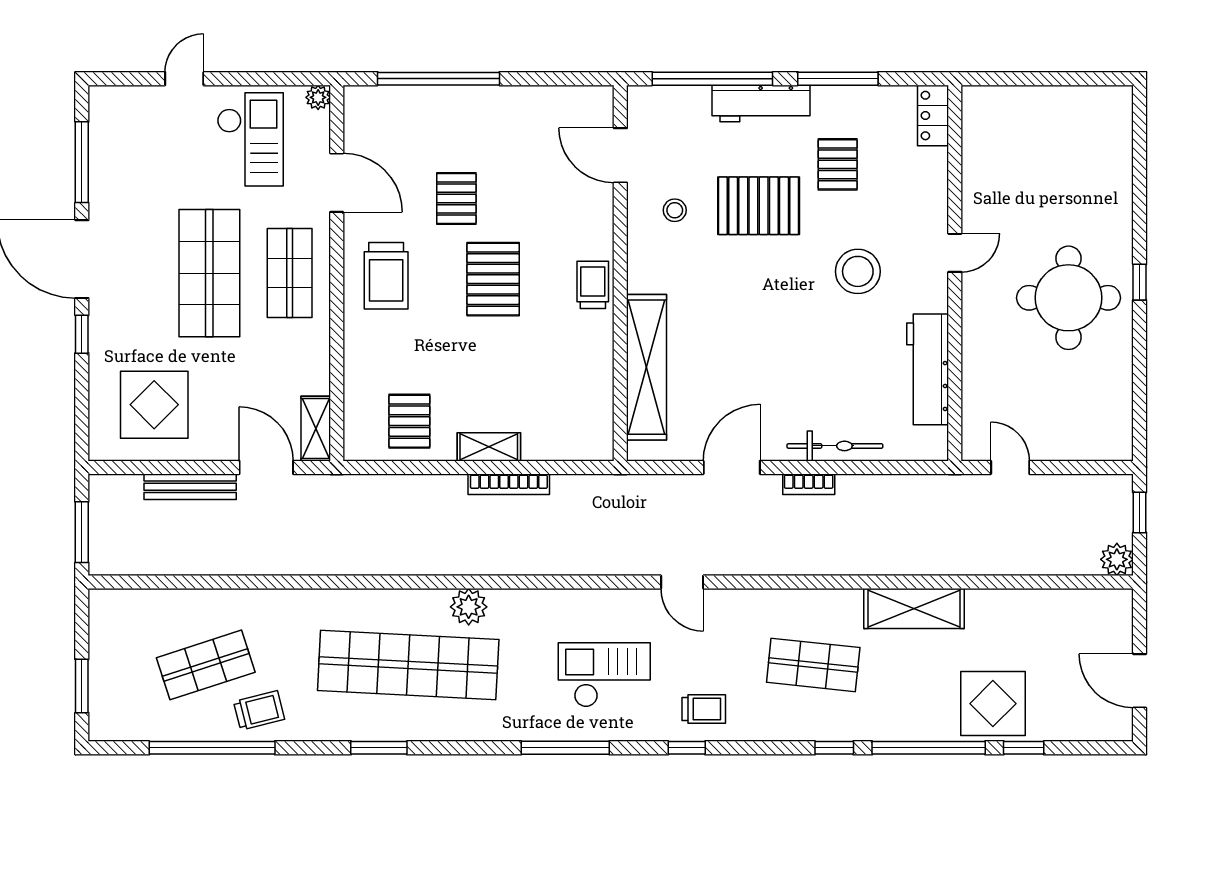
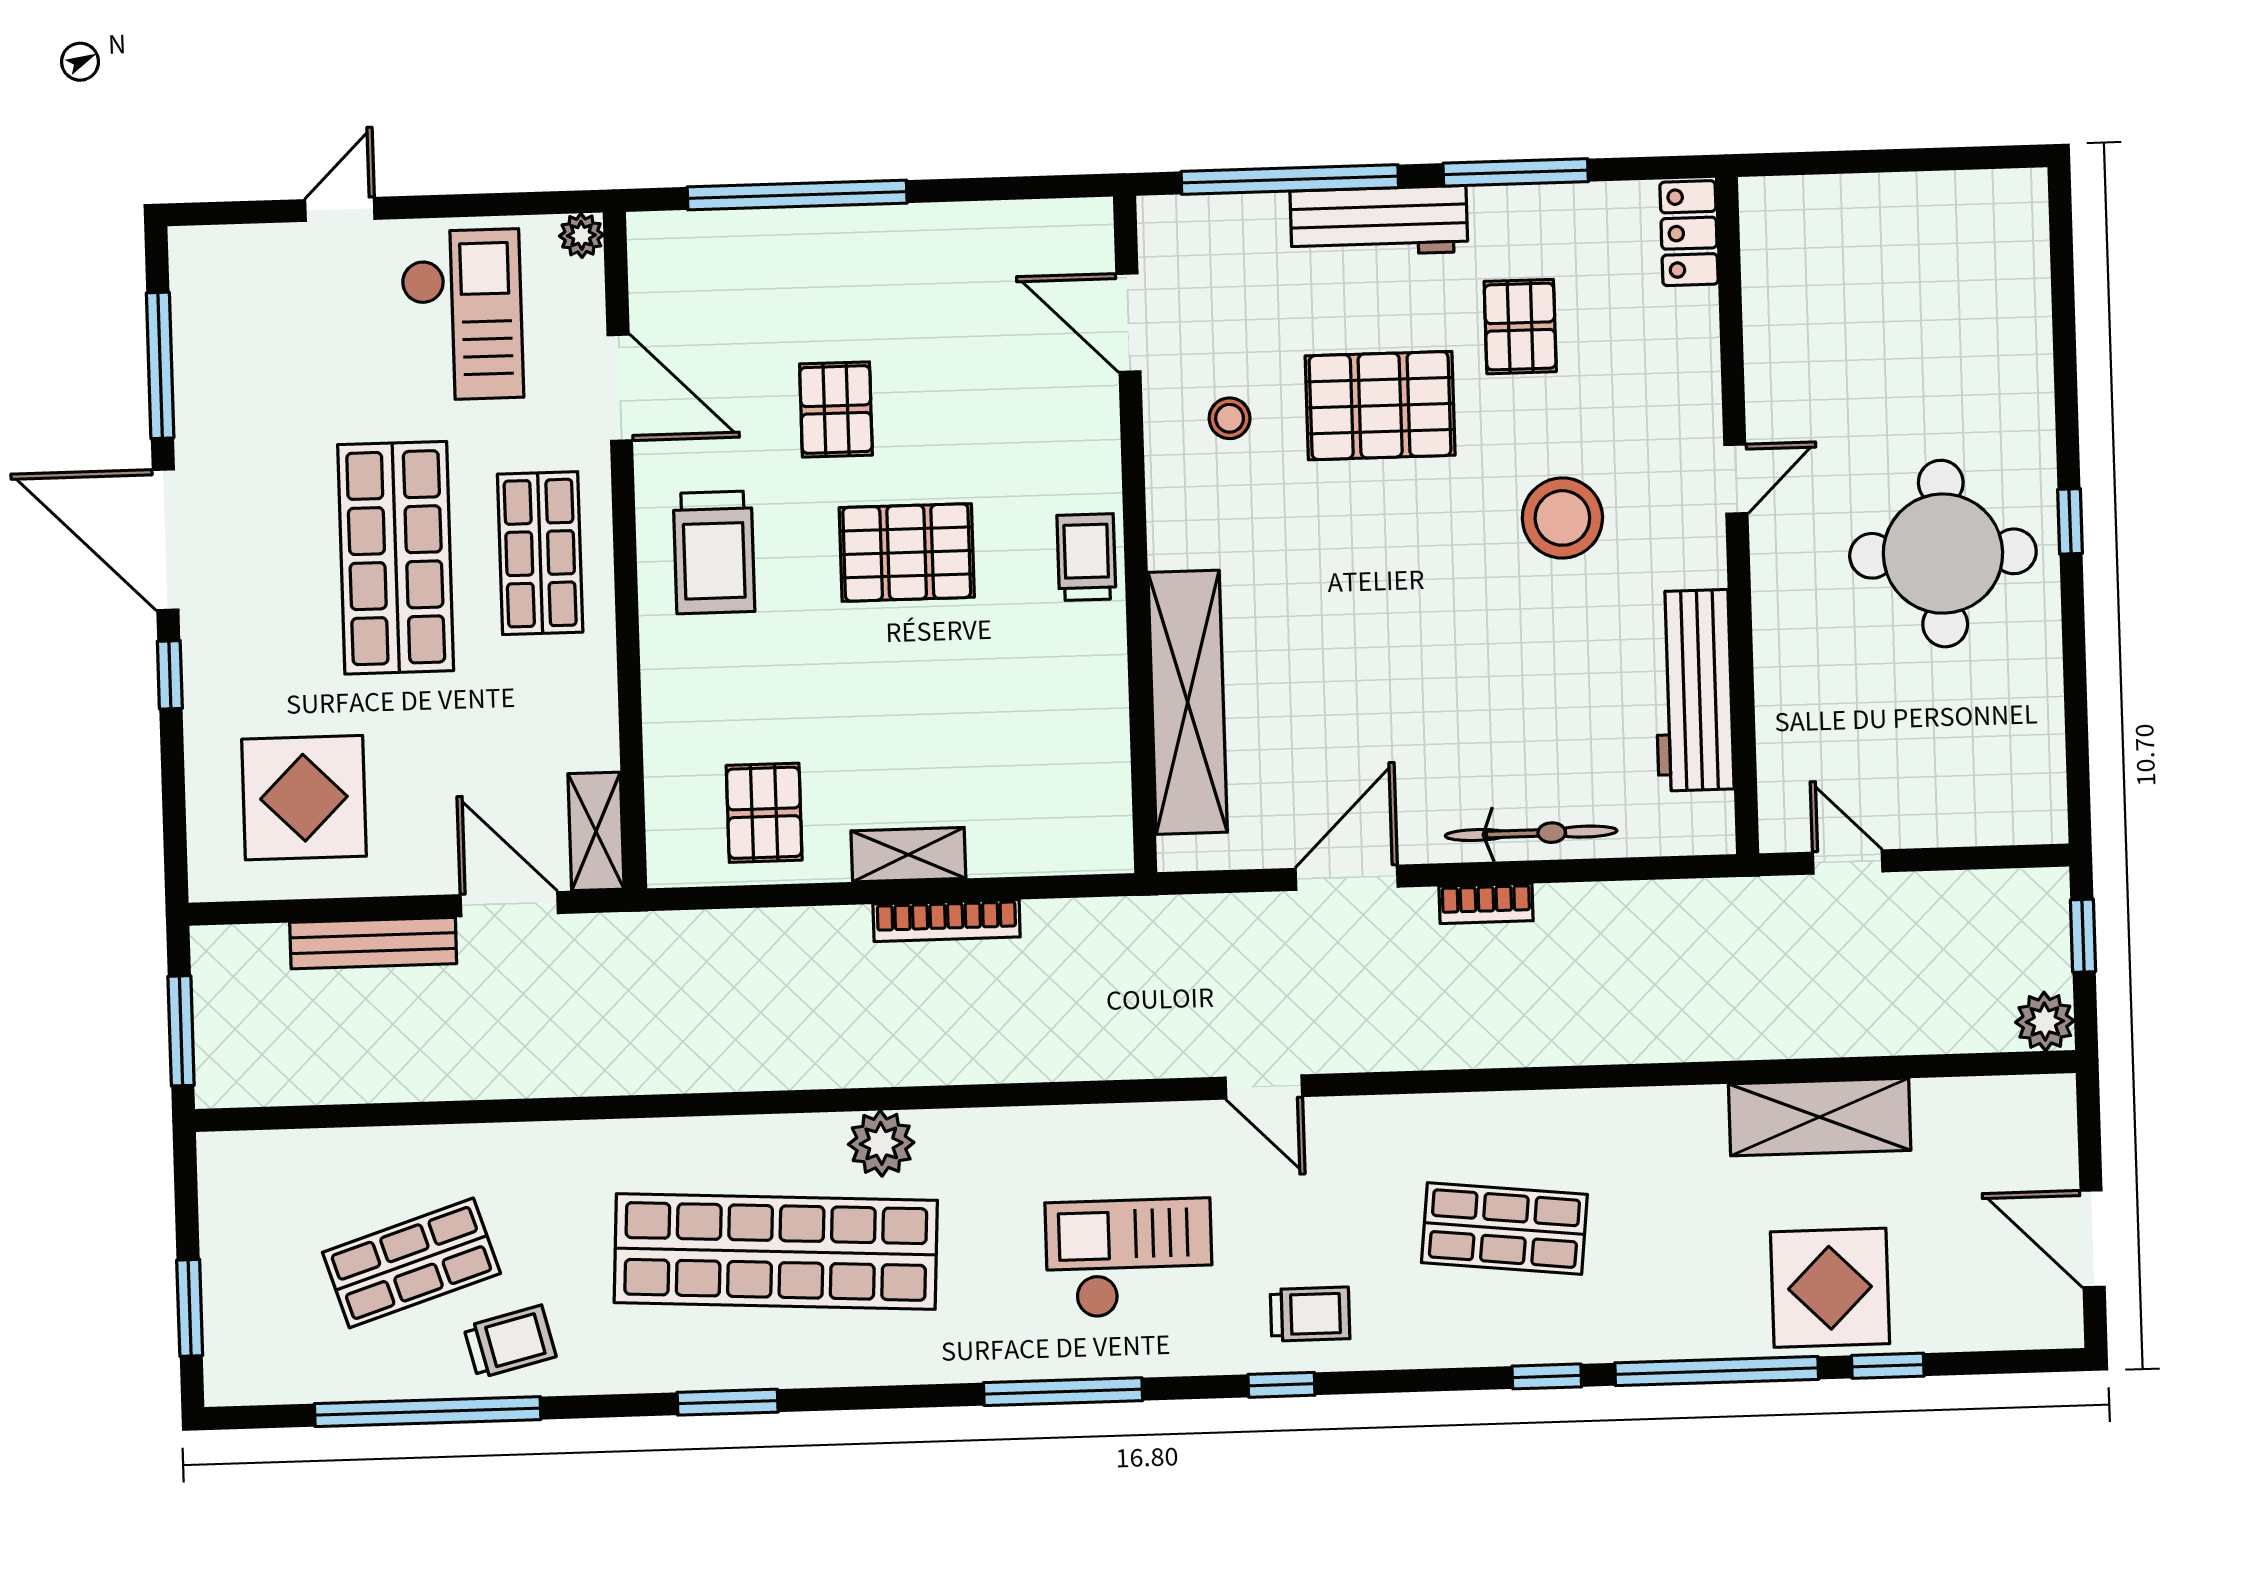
pallet: (493, 279) -> (907, 552), turned 90
shelving: (914, 609) -> (1820, 1117), moved

